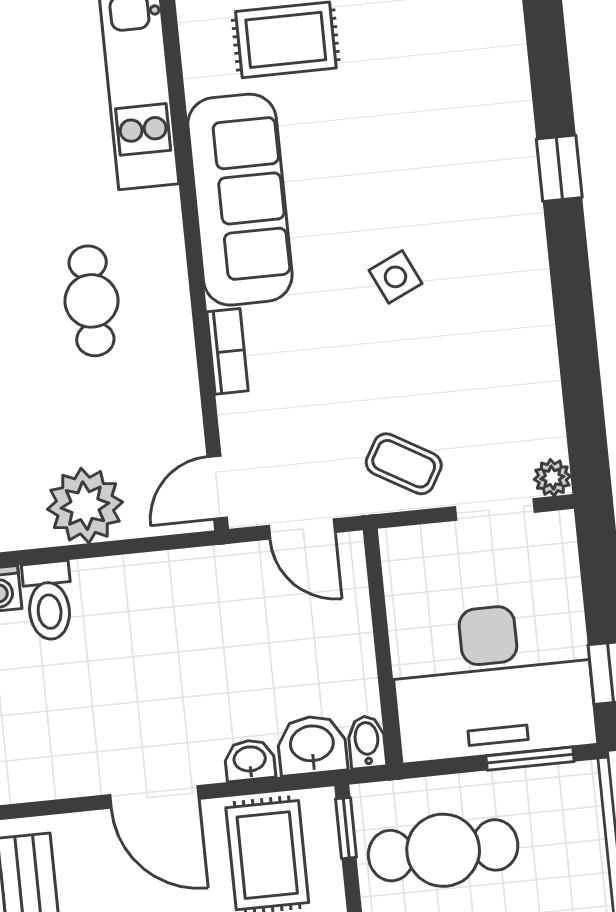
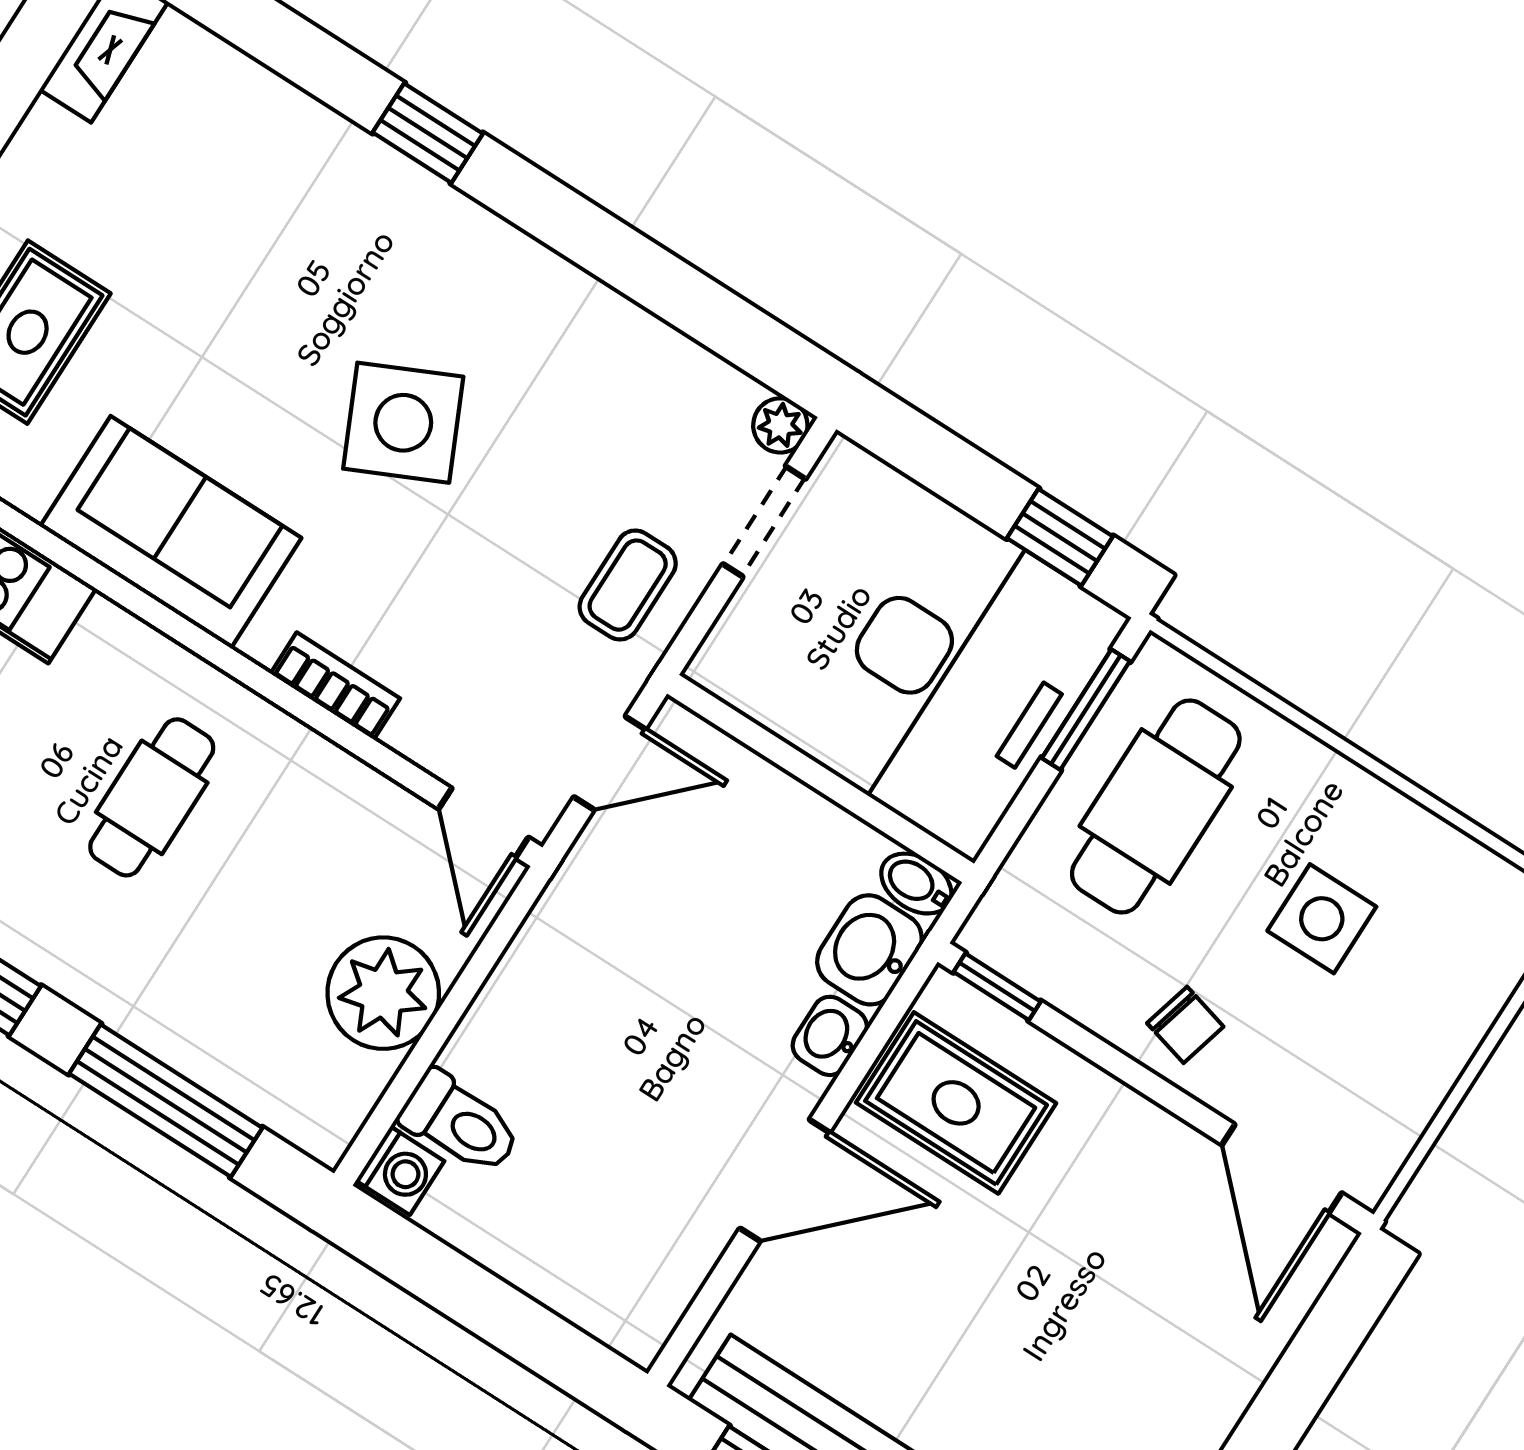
sofa: (240, 200) -> (171, 532), width x0.73
side table: (395, 277) -> (403, 423), width x1.87, depth x1.87
cafe table: (91, 301) -> (152, 797), turned 90
coffee table: (404, 464) -> (628, 585), turned -30
cafe table: (443, 850) -> (1156, 807), moved

